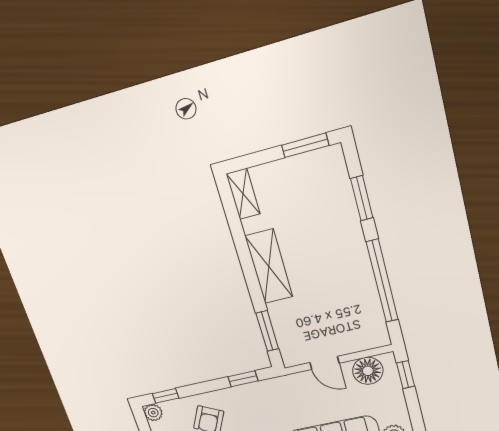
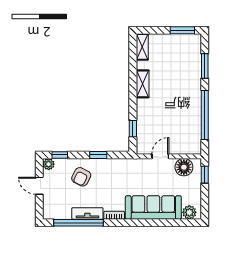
shelving: (269, 266) -> (143, 84), width x0.67, depth x0.75
window: (267, 331) -> (133, 129), width x0.67
door: (324, 363) -> (160, 156), swing flipped
window: (243, 379) -> (98, 155), moved

